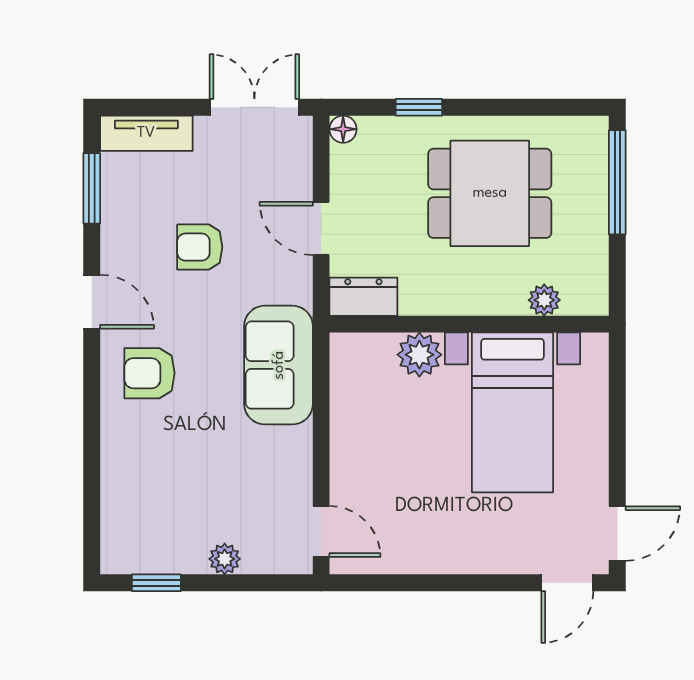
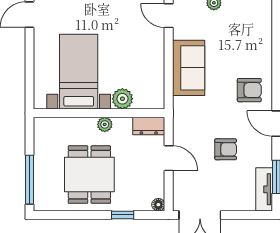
tv unit: (146, 133) -> (264, 189), moved, turned -90
dining table: (490, 193) -> (89, 175), turned 90
plant: (544, 300) -> (105, 124), moved
sofa: (279, 365) -> (189, 68), moved

